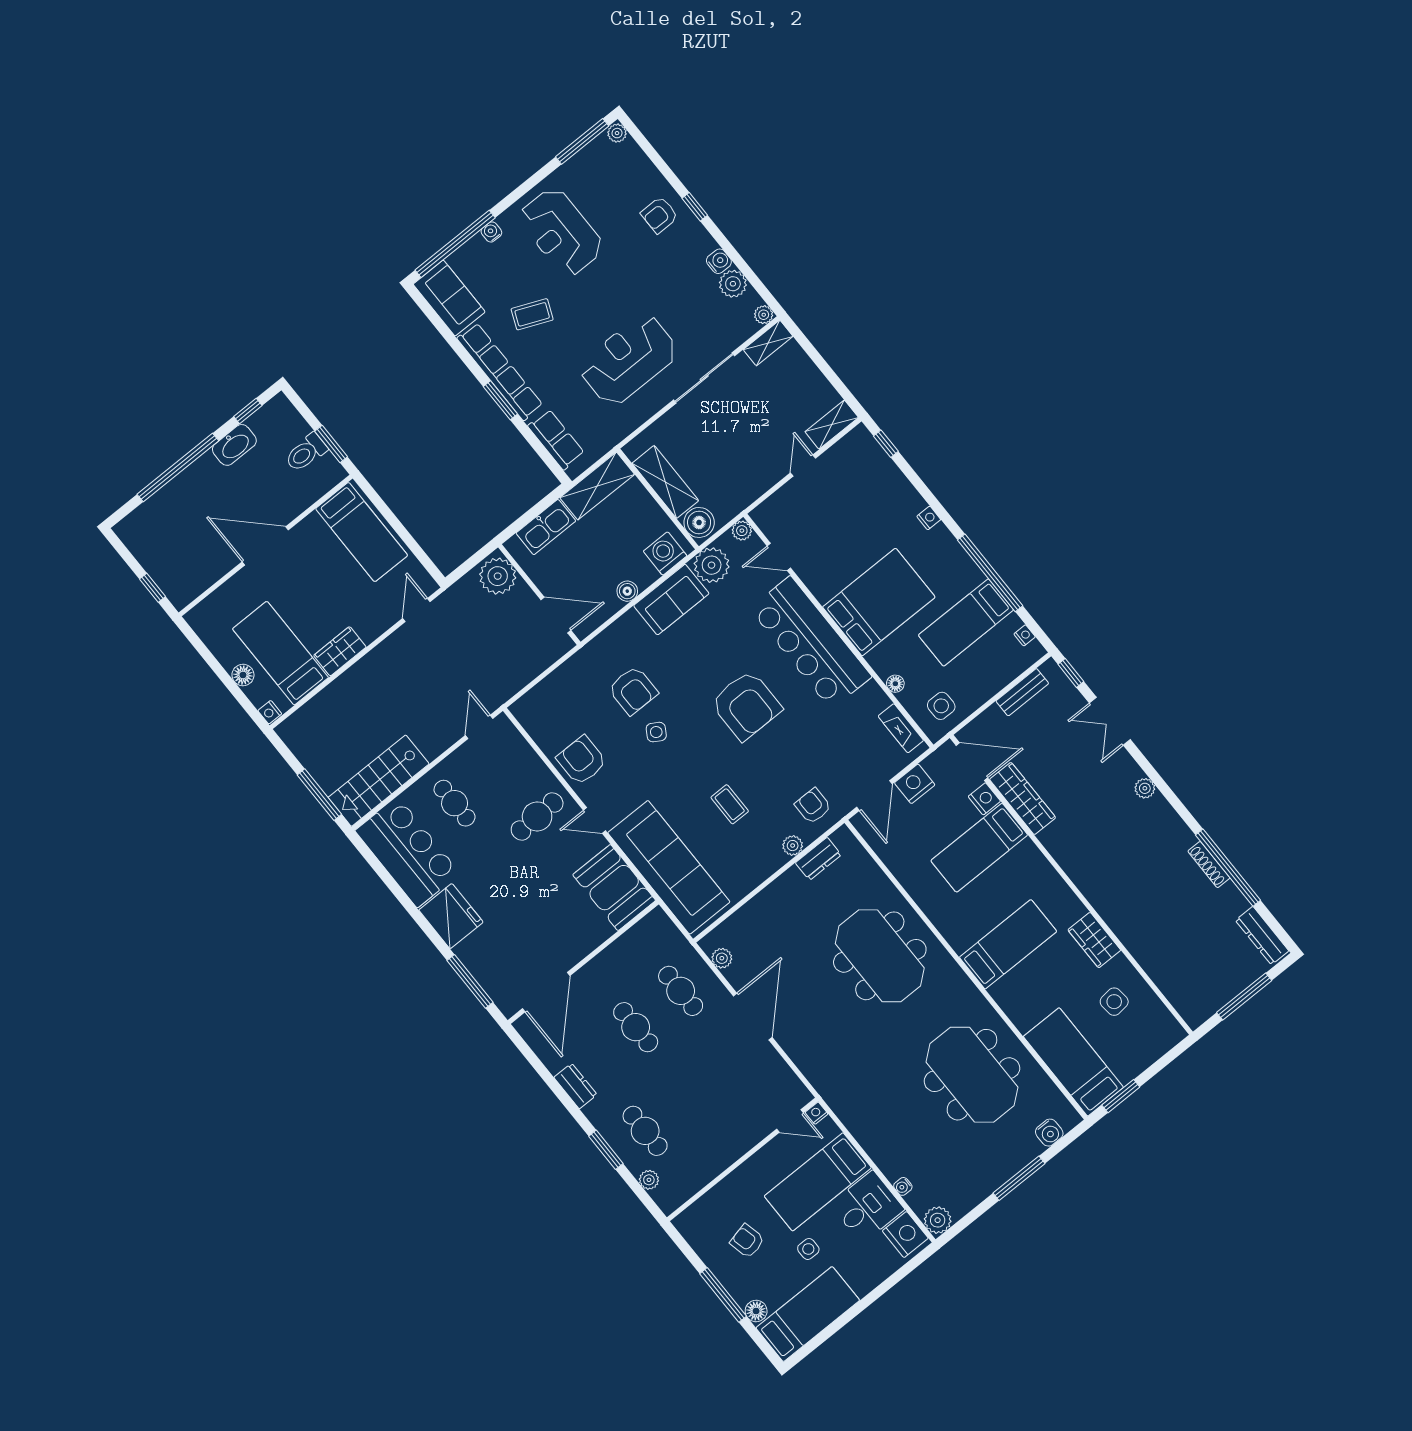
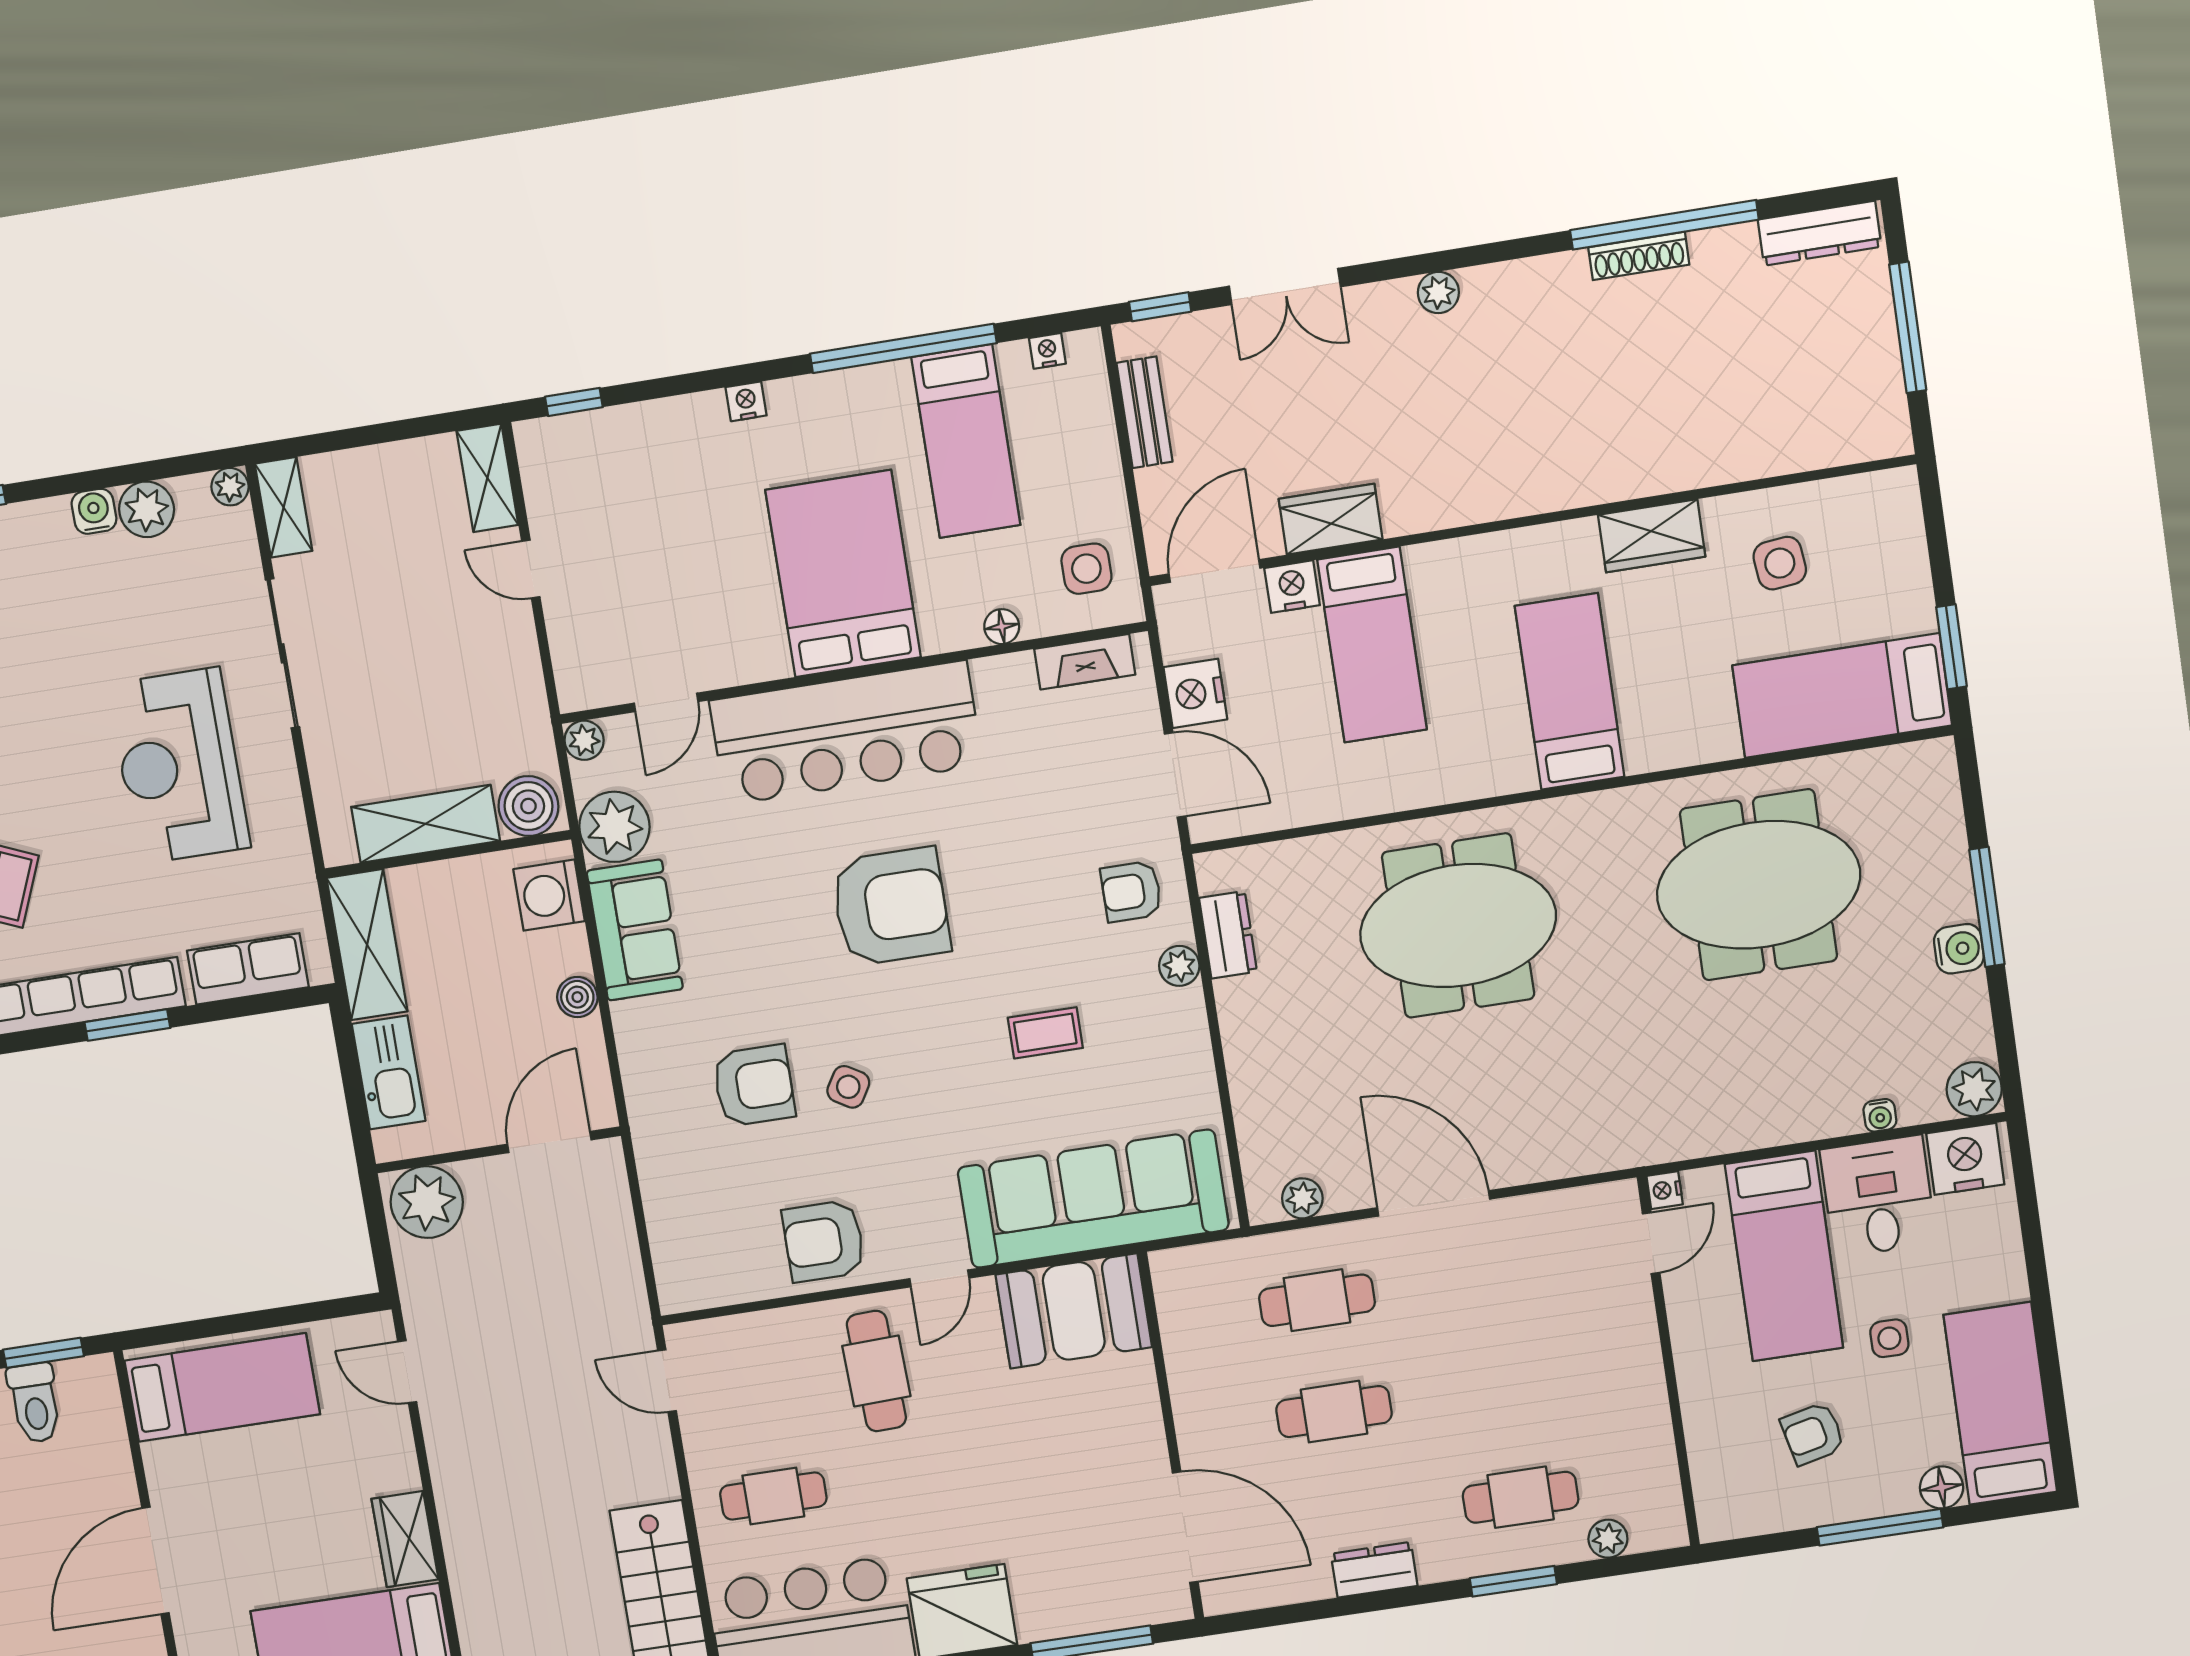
wardrobe: (1023, 799) -> (1331, 519), width x0.67
water cooler: (1049, 1133) -> (1959, 949), moved

